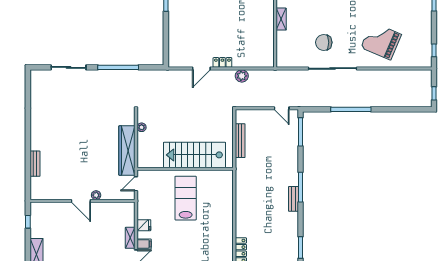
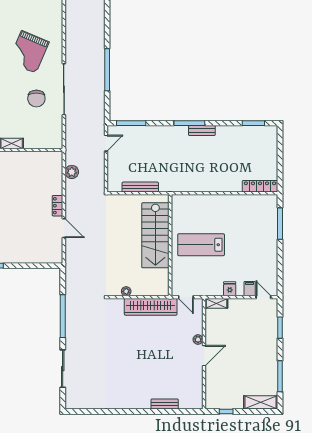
grand piano: (381, 41) -> (29, 52), moved
plant: (242, 76) -> (72, 172), moved
shelving: (130, 238) -> (216, 303), moved

